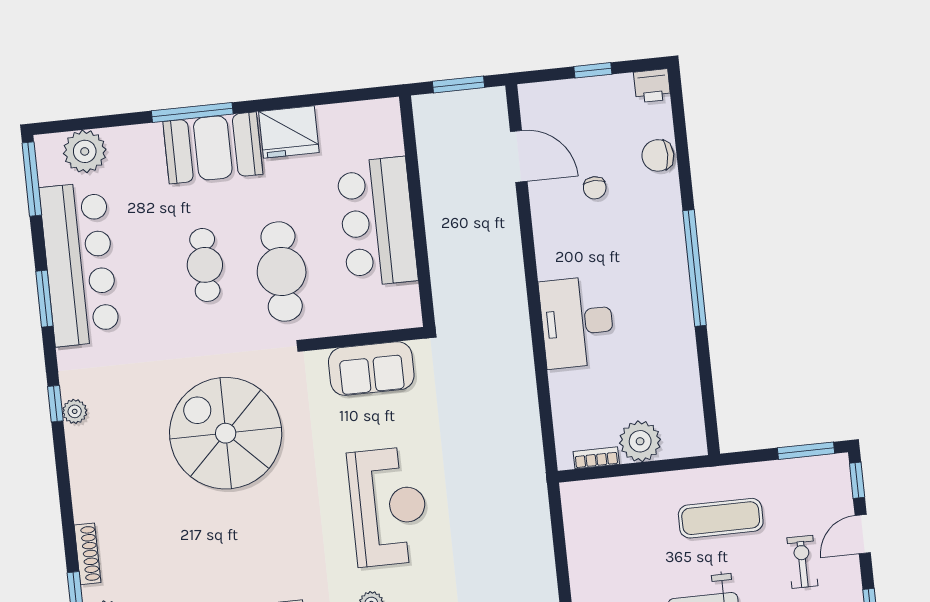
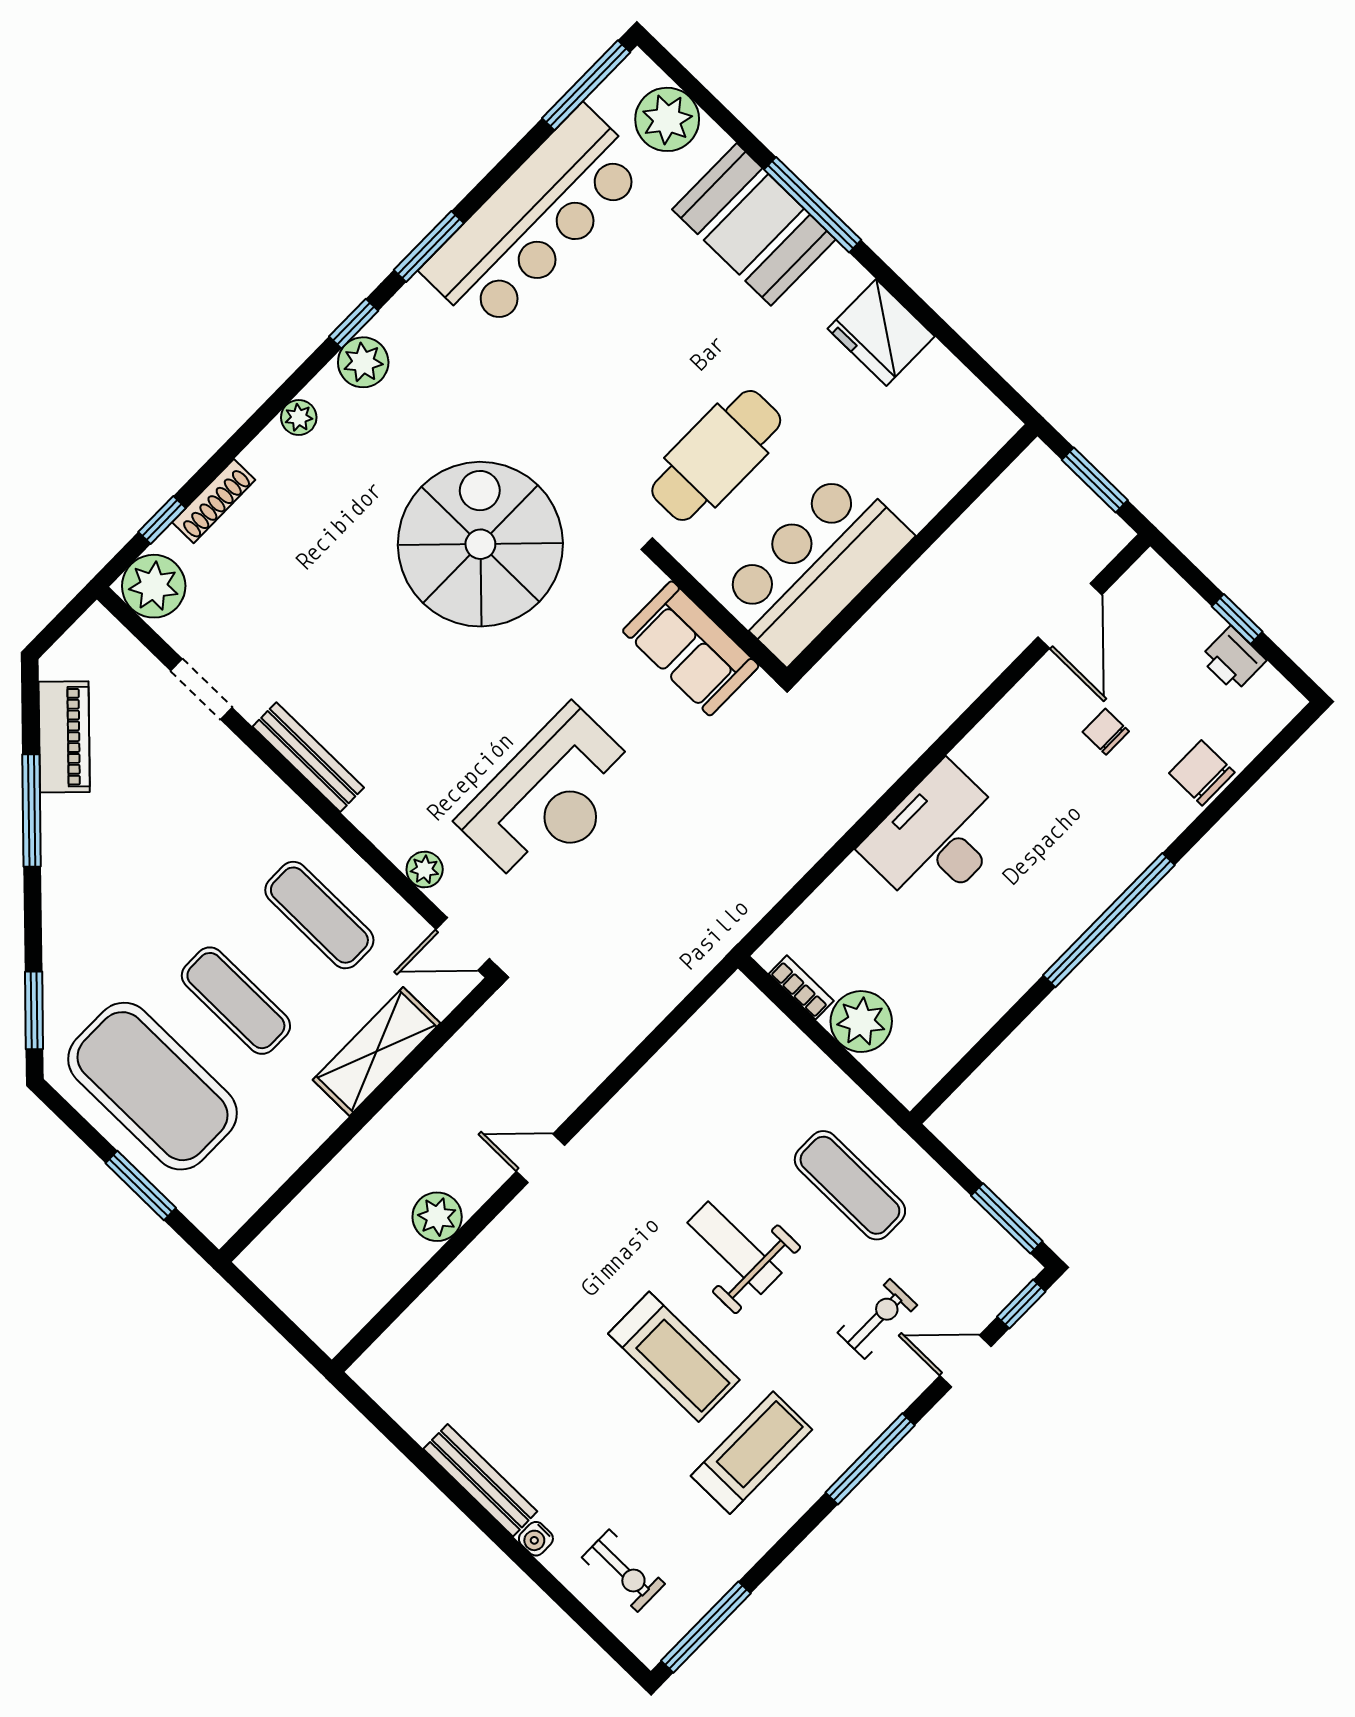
printer: (652, 86) -> (1233, 659), moved
booth: (213, 148) -> (754, 224), moved
chair: (595, 188) -> (1106, 732), turned 90
bar counter: (377, 222) -> (815, 566), moved
cafe table: (205, 265) -> (652, 362), removed
window: (44, 299) -> (429, 246), moved
plant: (75, 411) -> (363, 362), width x1.38, depth x1.38
plant: (81, 473) -> (299, 418), added

